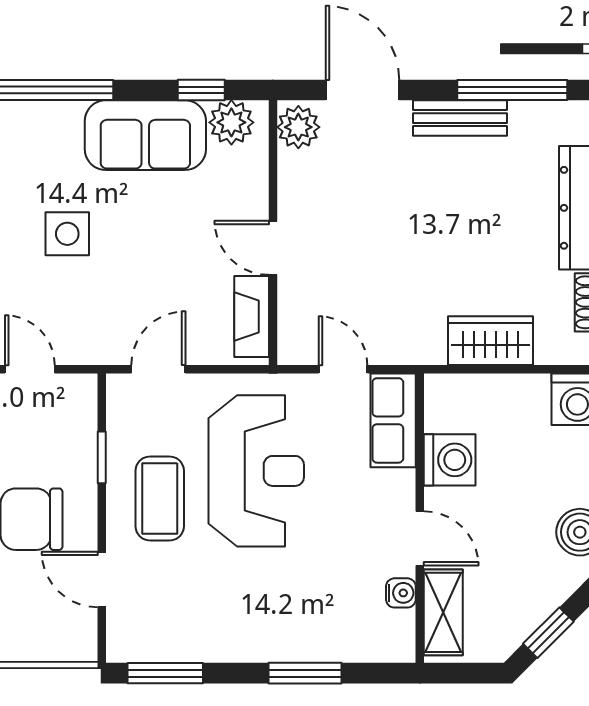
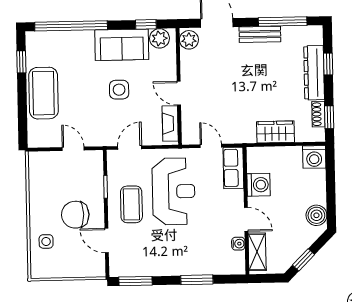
side table: (67, 234) -> (119, 90), moved

